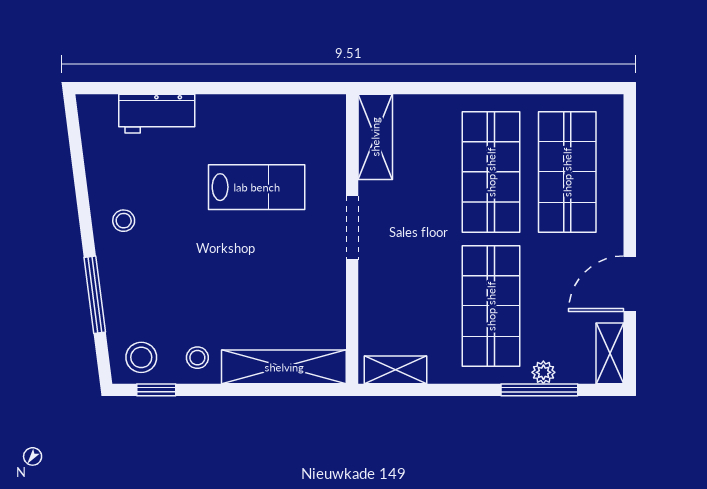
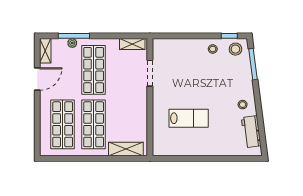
workbench: (157, 114) -> (251, 132), moved, turned -97
shelving: (375, 137) -> (126, 149), moved, turned 90
lab bench: (257, 187) -> (189, 118), turned 180
doorway: (352, 228) -> (150, 73), moved
window: (95, 295) -> (253, 64), moved
shelving: (284, 367) -> (178, 45), removed

